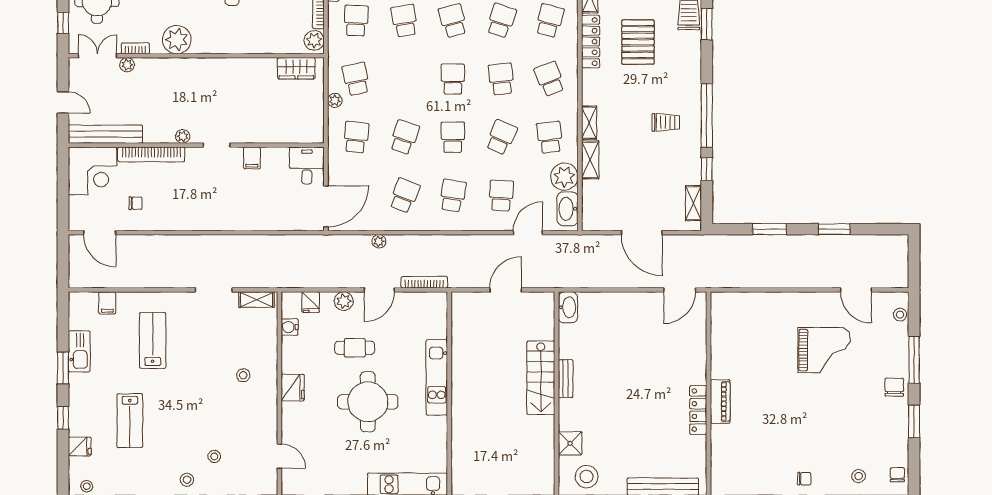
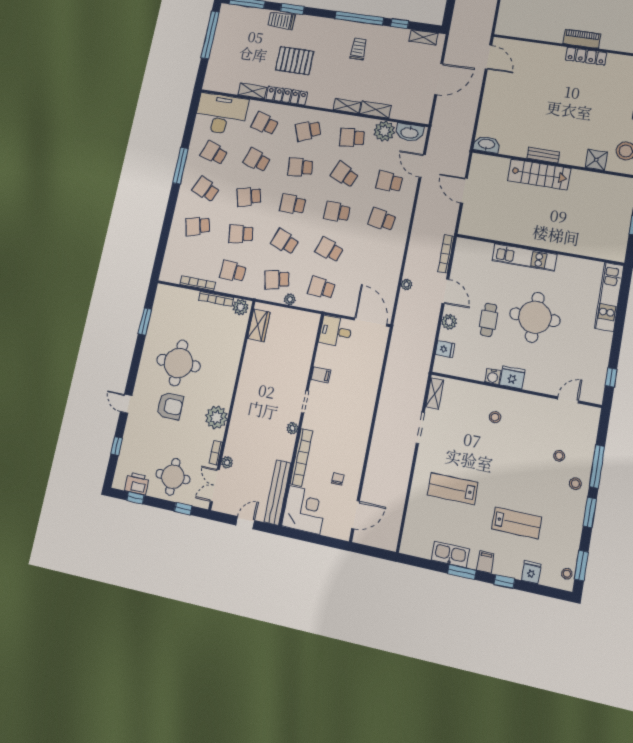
school desk: (404, 196) -> (285, 242), moved
filing cabinet: (107, 303) -> (485, 562), moved, turned -90
water cooler: (290, 327) -> (493, 376), moved

